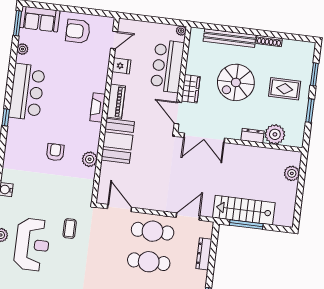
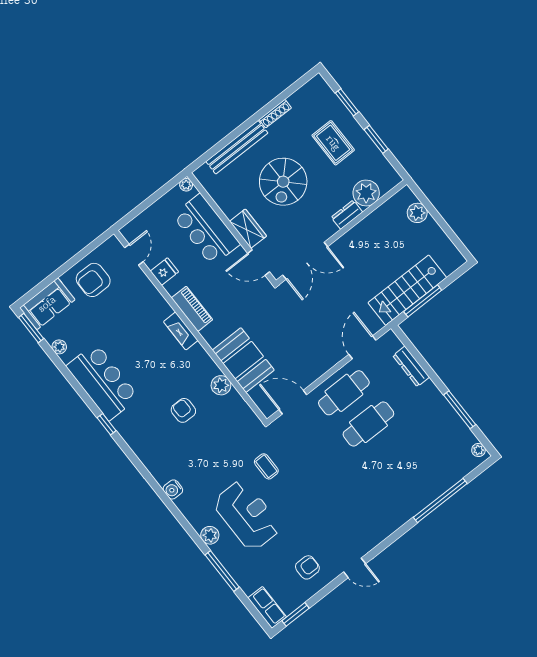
rug: (285, 89) -> (333, 143), turned 90
booth: (118, 141) -> (243, 360), moved

